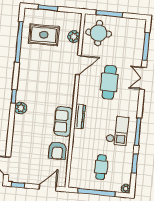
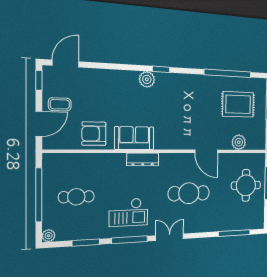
round table: (99, 33) -> (246, 185), moved
rug: (44, 35) -> (238, 104), turned 90
double door: (143, 78) -> (170, 237), moved
coffee table: (35, 172) -> (60, 104), added
door: (48, 188) -> (39, 124), hinge flipped

